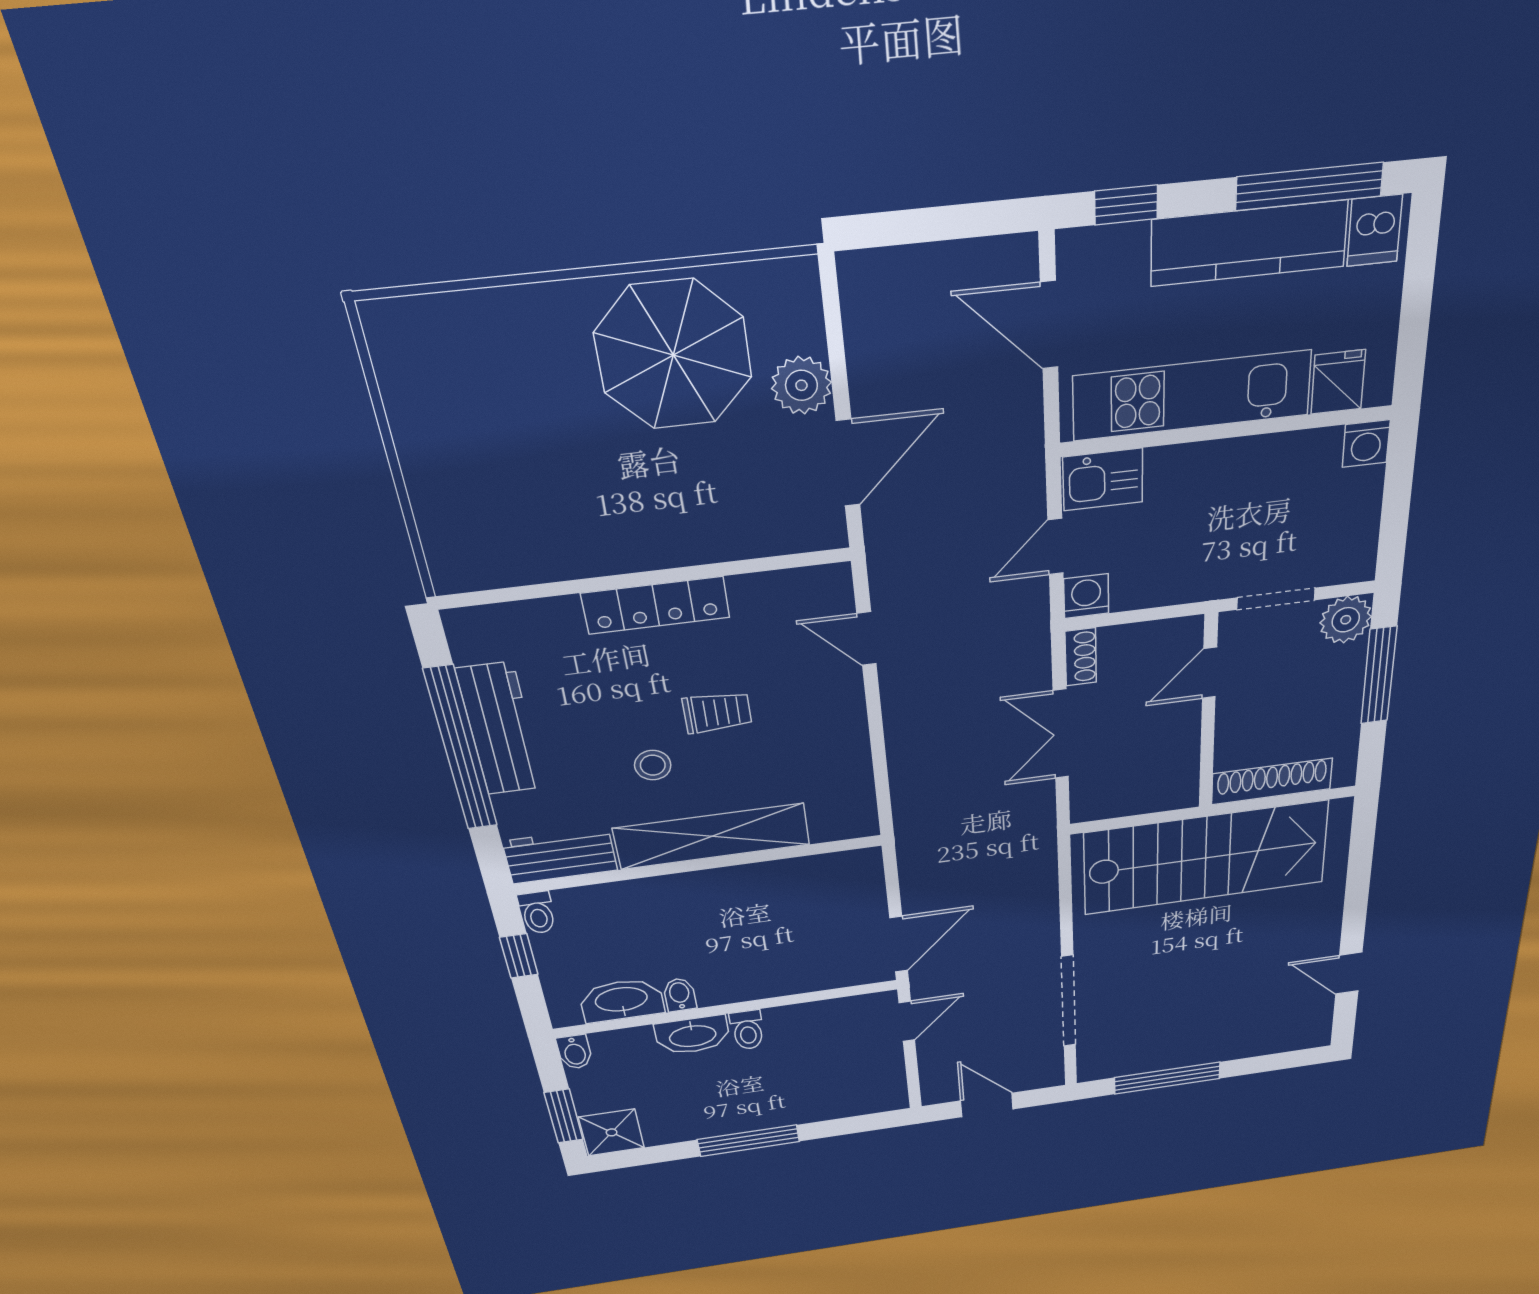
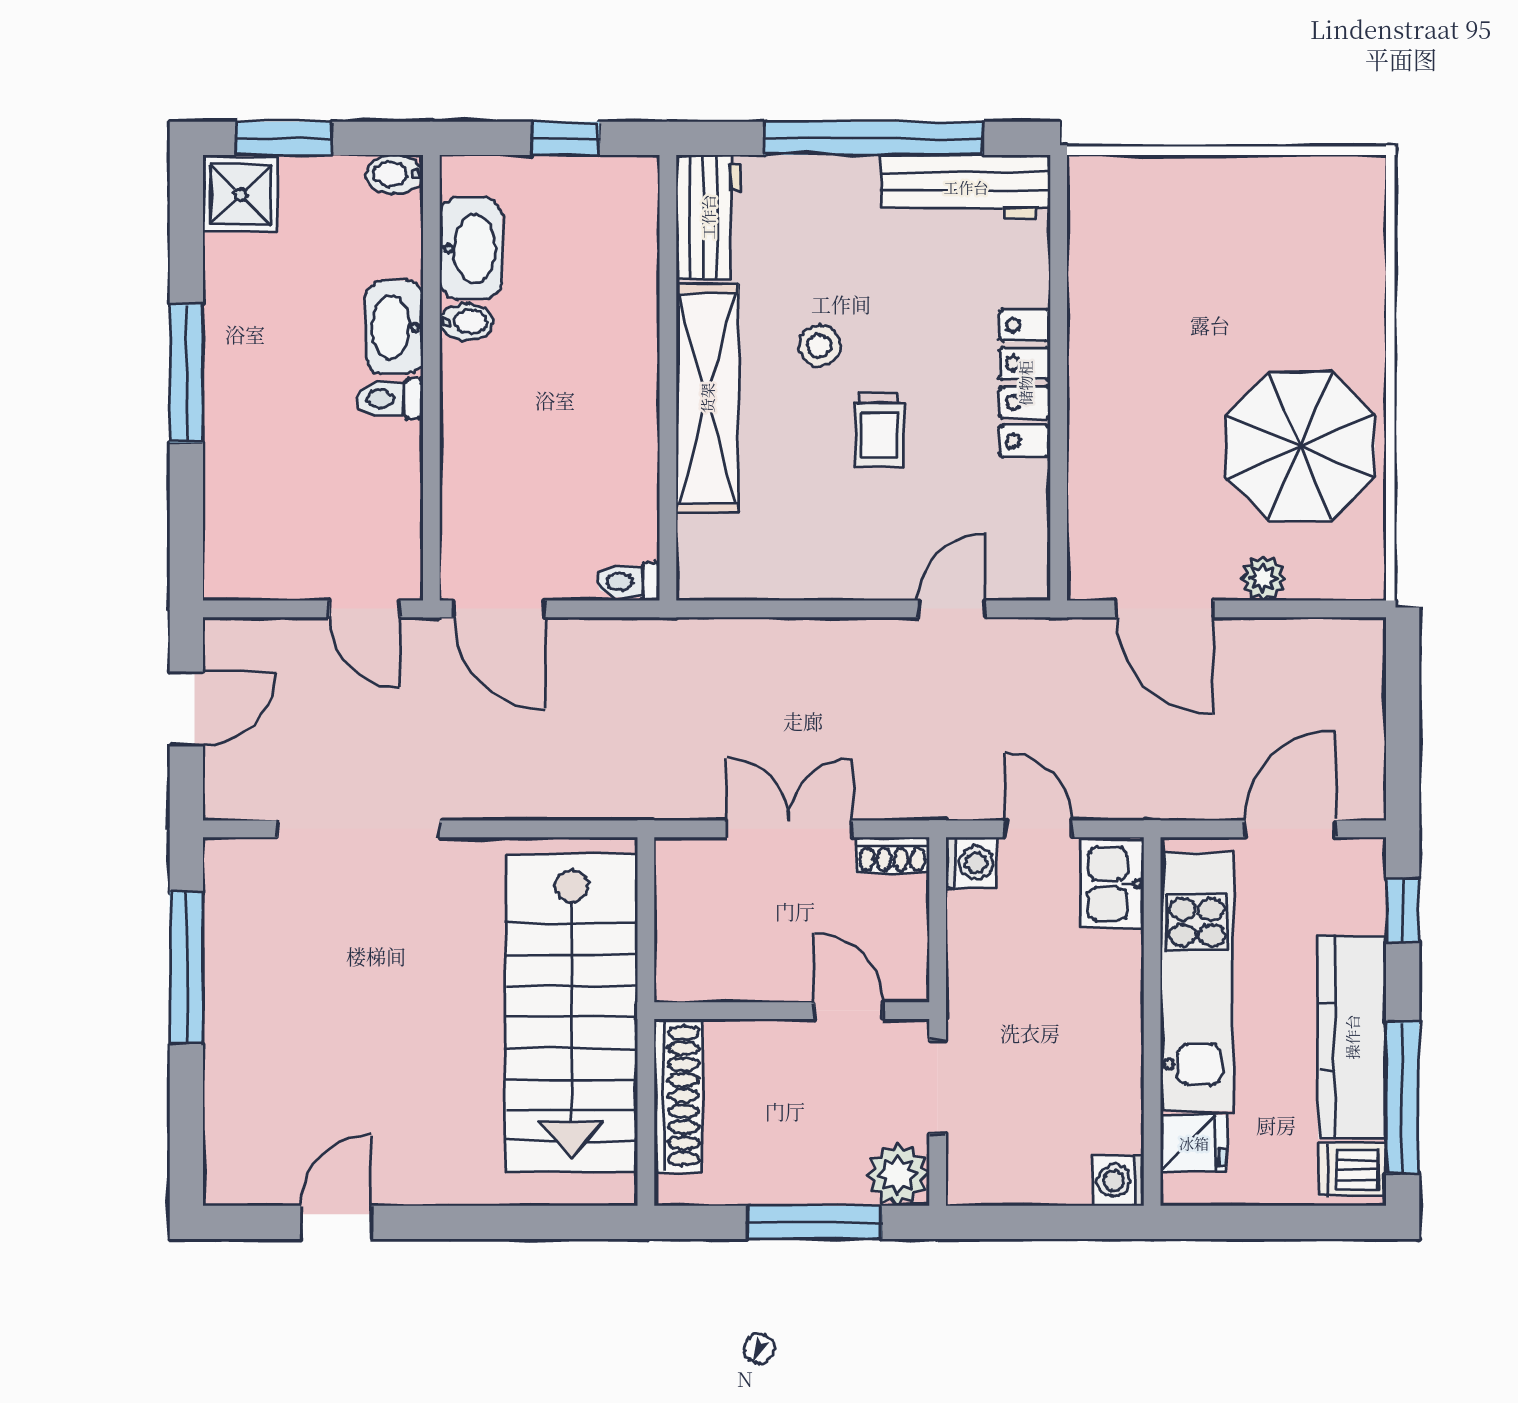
plant: (801, 385) -> (1263, 578), width x0.73, depth x0.73
workbench: (500, 729) -> (966, 187), moved
toilet: (537, 913) -> (628, 581), moved

